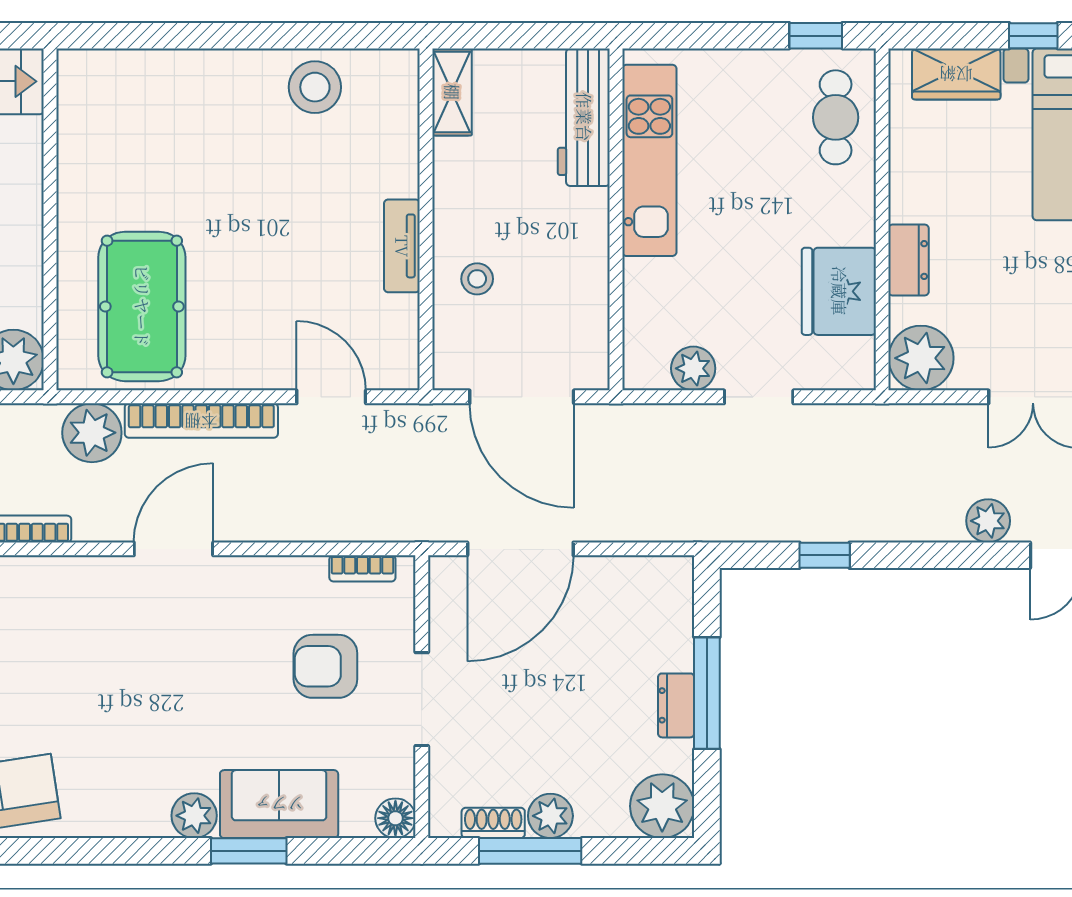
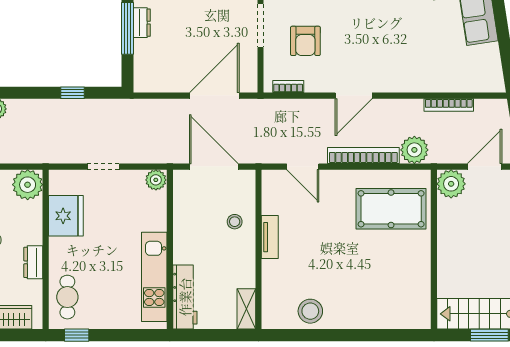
dresser: (909, 260) -> (33, 262), moved
pool table: (142, 306) -> (391, 209), turned 90
plant: (693, 368) -> (156, 180), moved
door: (173, 549) -> (354, 96), moved
armchair: (325, 666) -> (305, 41), turned 90

